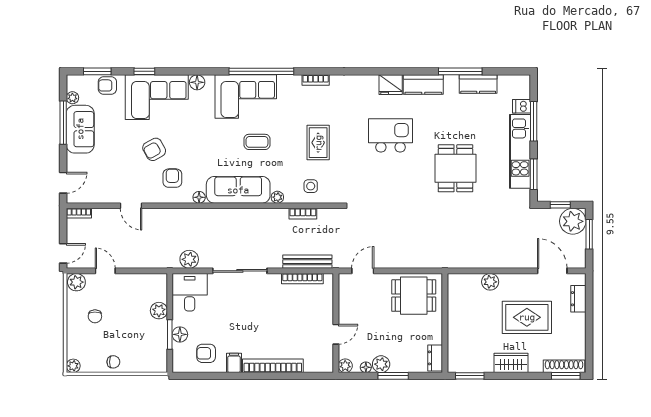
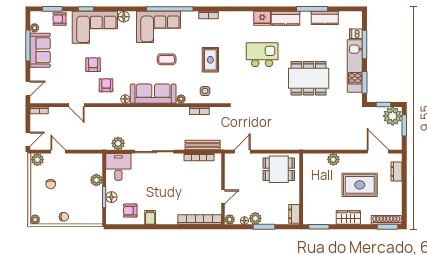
armchair: (154, 149) -> (93, 65), turned 119
dining table: (455, 168) -> (309, 78), width x1.38
bookcase: (273, 366) -> (200, 220), moved

